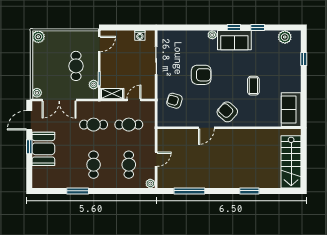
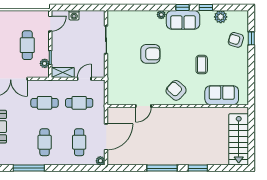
washing machine: (140, 35) -> (74, 15), moved
plant: (285, 37) -> (221, 17), moved
armchair: (174, 101) -> (236, 40), moved
sofa: (291, 110) -> (222, 95), moved, turned 90
door: (206, 128) -> (143, 106), moved
door: (156, 159) -> (106, 137), width x1.87
window: (78, 191) -> (29, 168), width x1.44
window: (189, 191) -> (162, 168), moved

